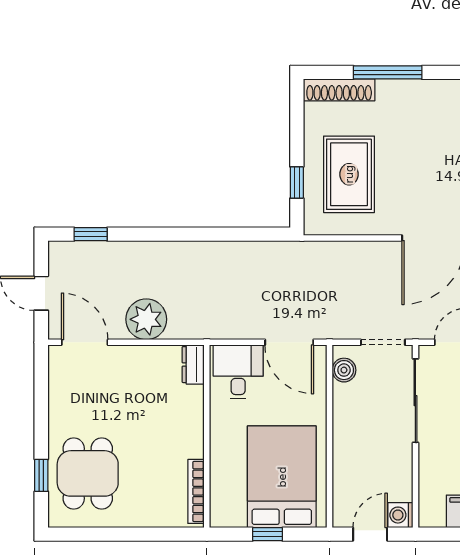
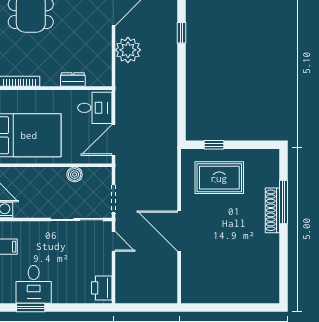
shoe rack: (339, 90) -> (272, 210), moved
window: (91, 234) -> (182, 33), moved
dresser: (193, 365) -> (73, 80), moved
boiler: (344, 370) -> (75, 174), moved

